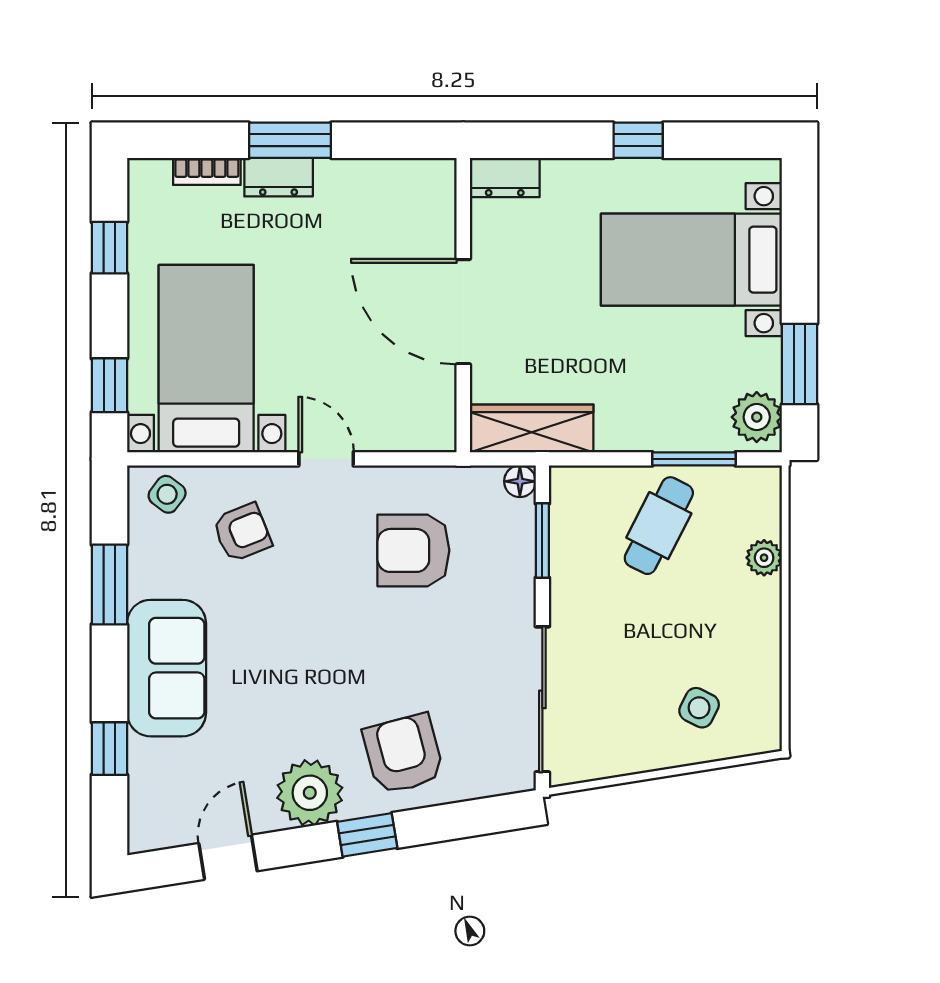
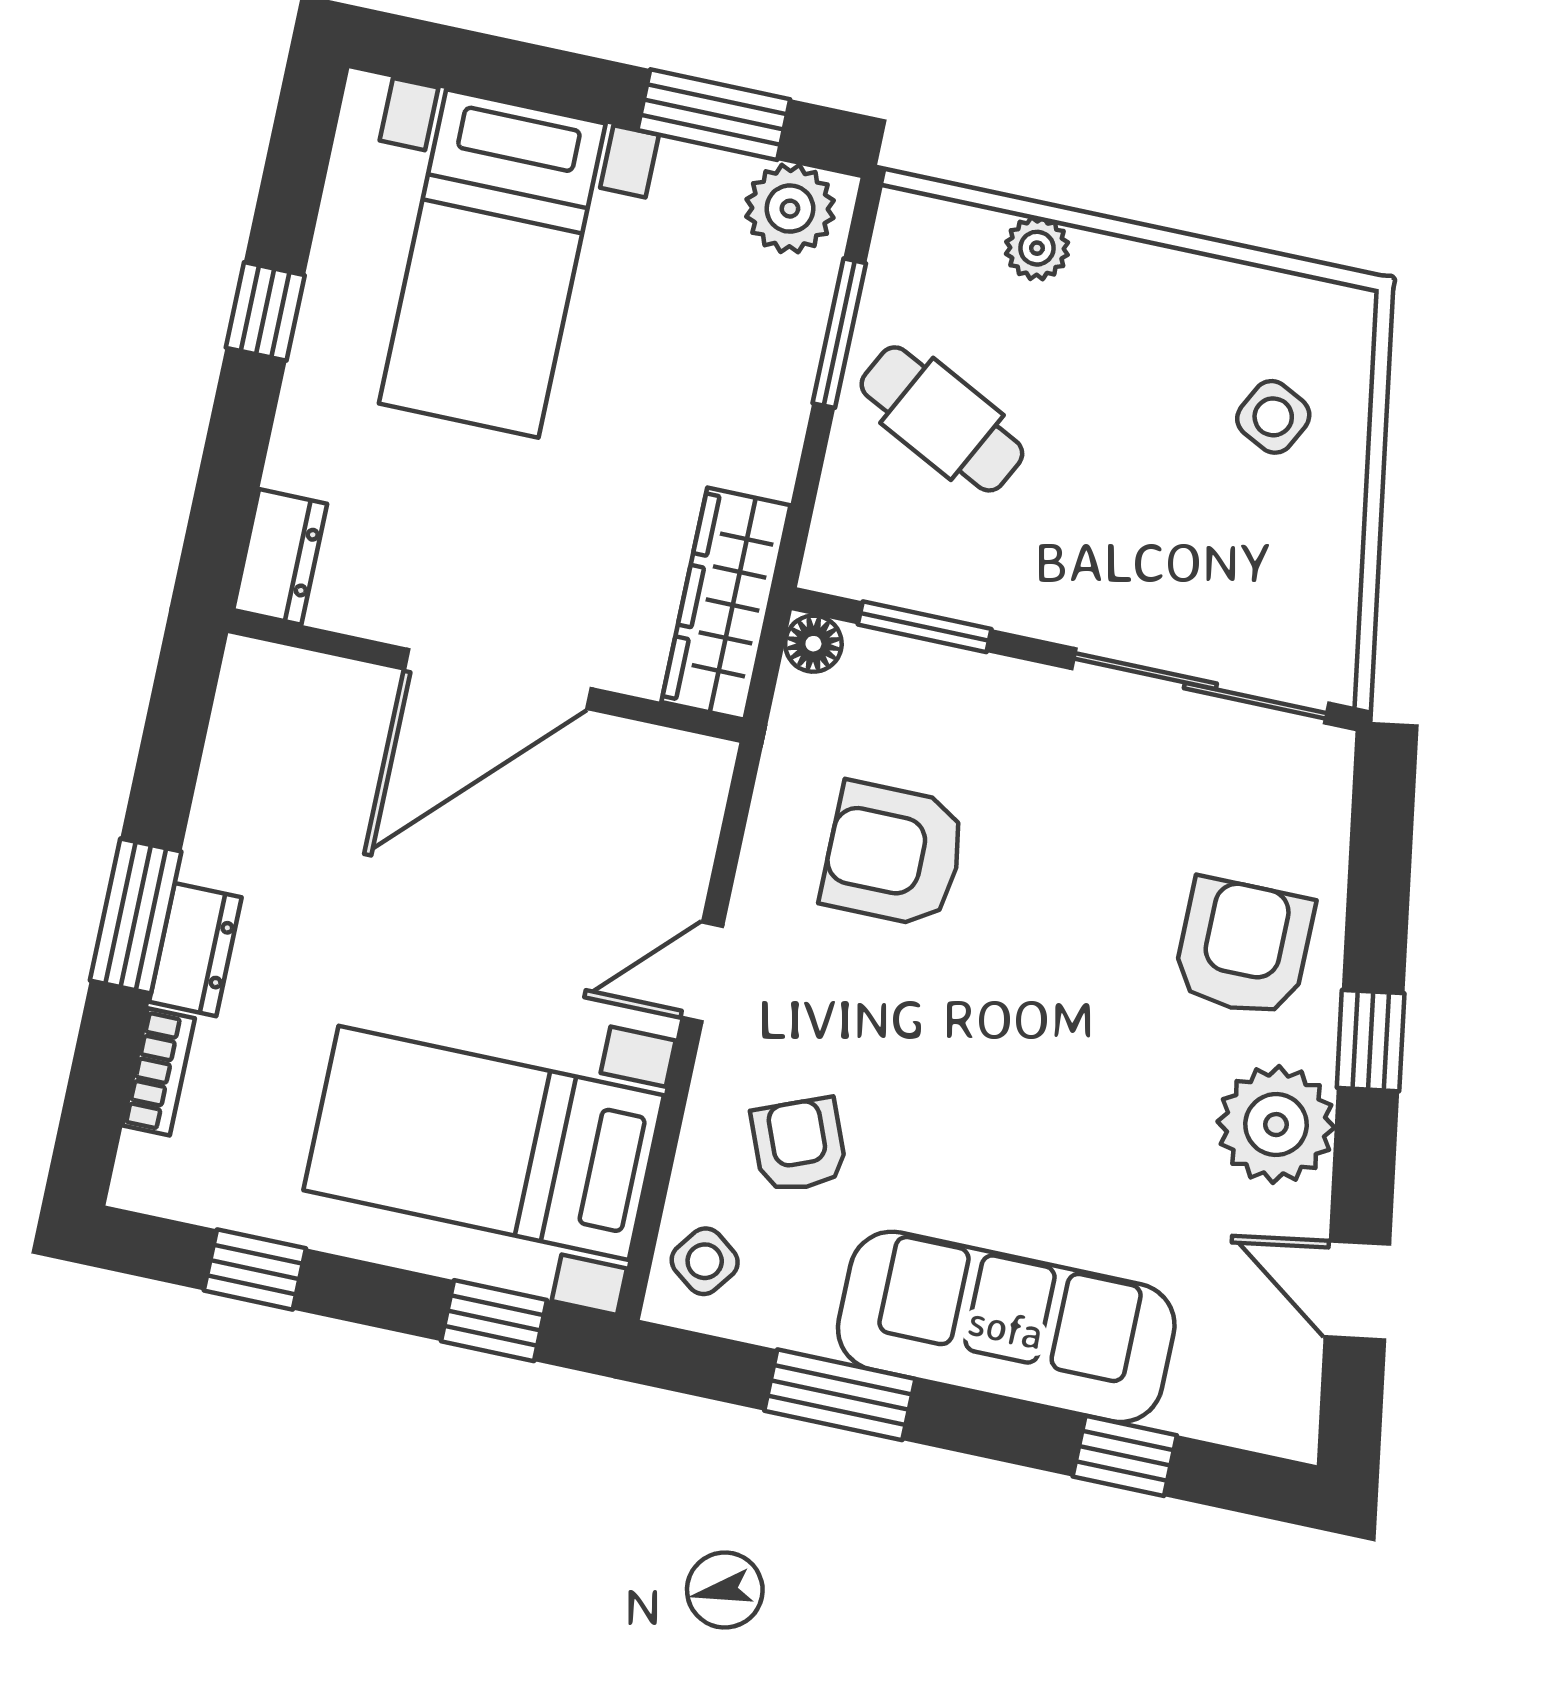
armchair: (413, 550) -> (894, 854), turned 90
sofa: (167, 668) -> (1006, 1327), width x1.36
armchair: (403, 754) -> (1243, 947), turned 105

